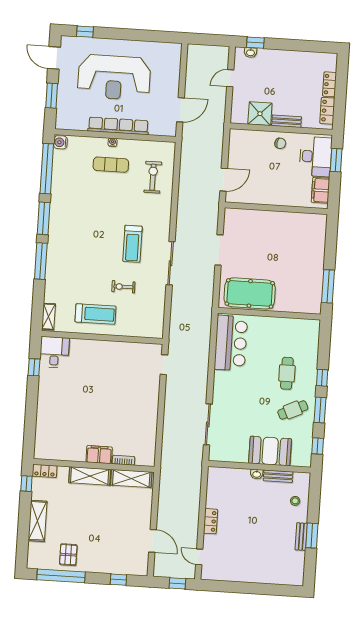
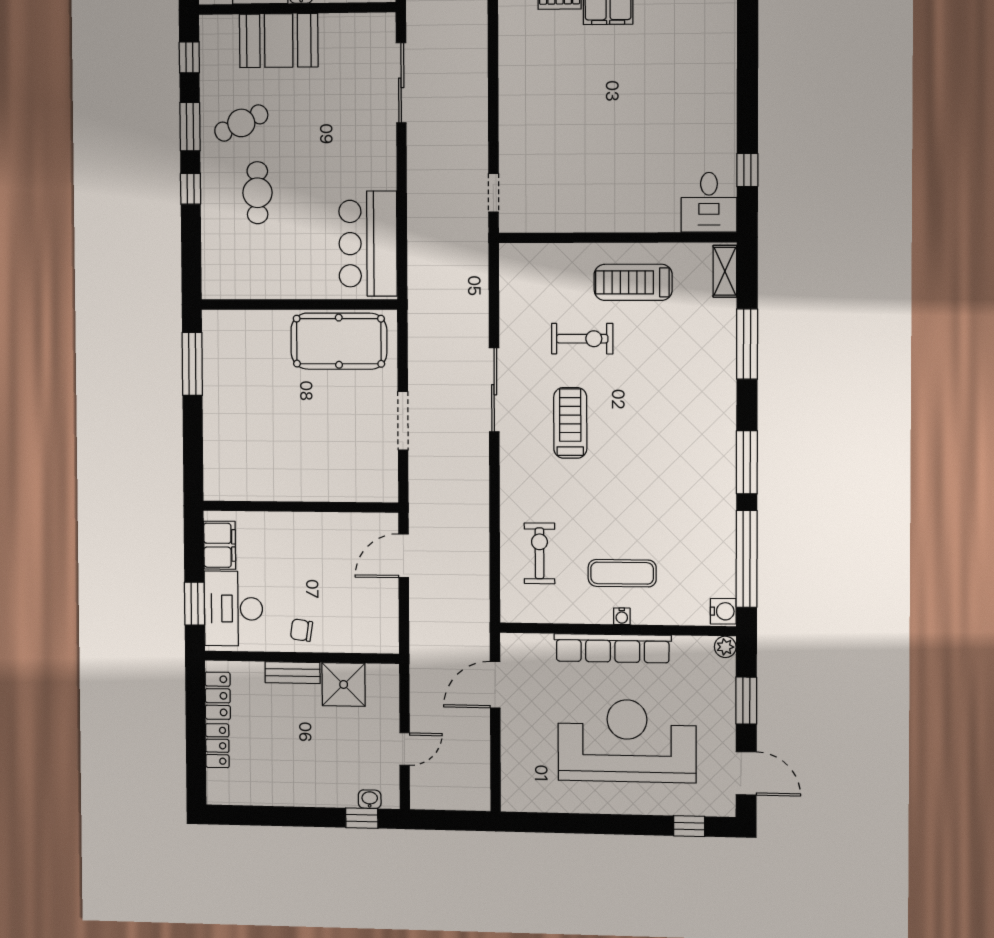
plant: (61, 124) -> (725, 647), added
exercise bike: (153, 177) -> (539, 553), turned 180
window: (41, 261) -> (747, 344), moved
exercise bike: (123, 287) -> (582, 339), width x1.38, depth x1.39

